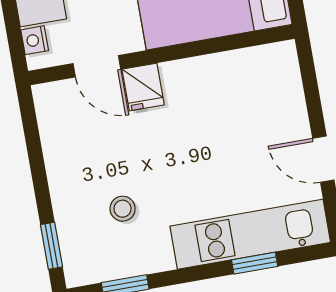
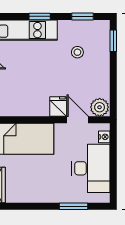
plant: (56, 101) -> (100, 107), added
window: (255, 263) -> (40, 16), moved

